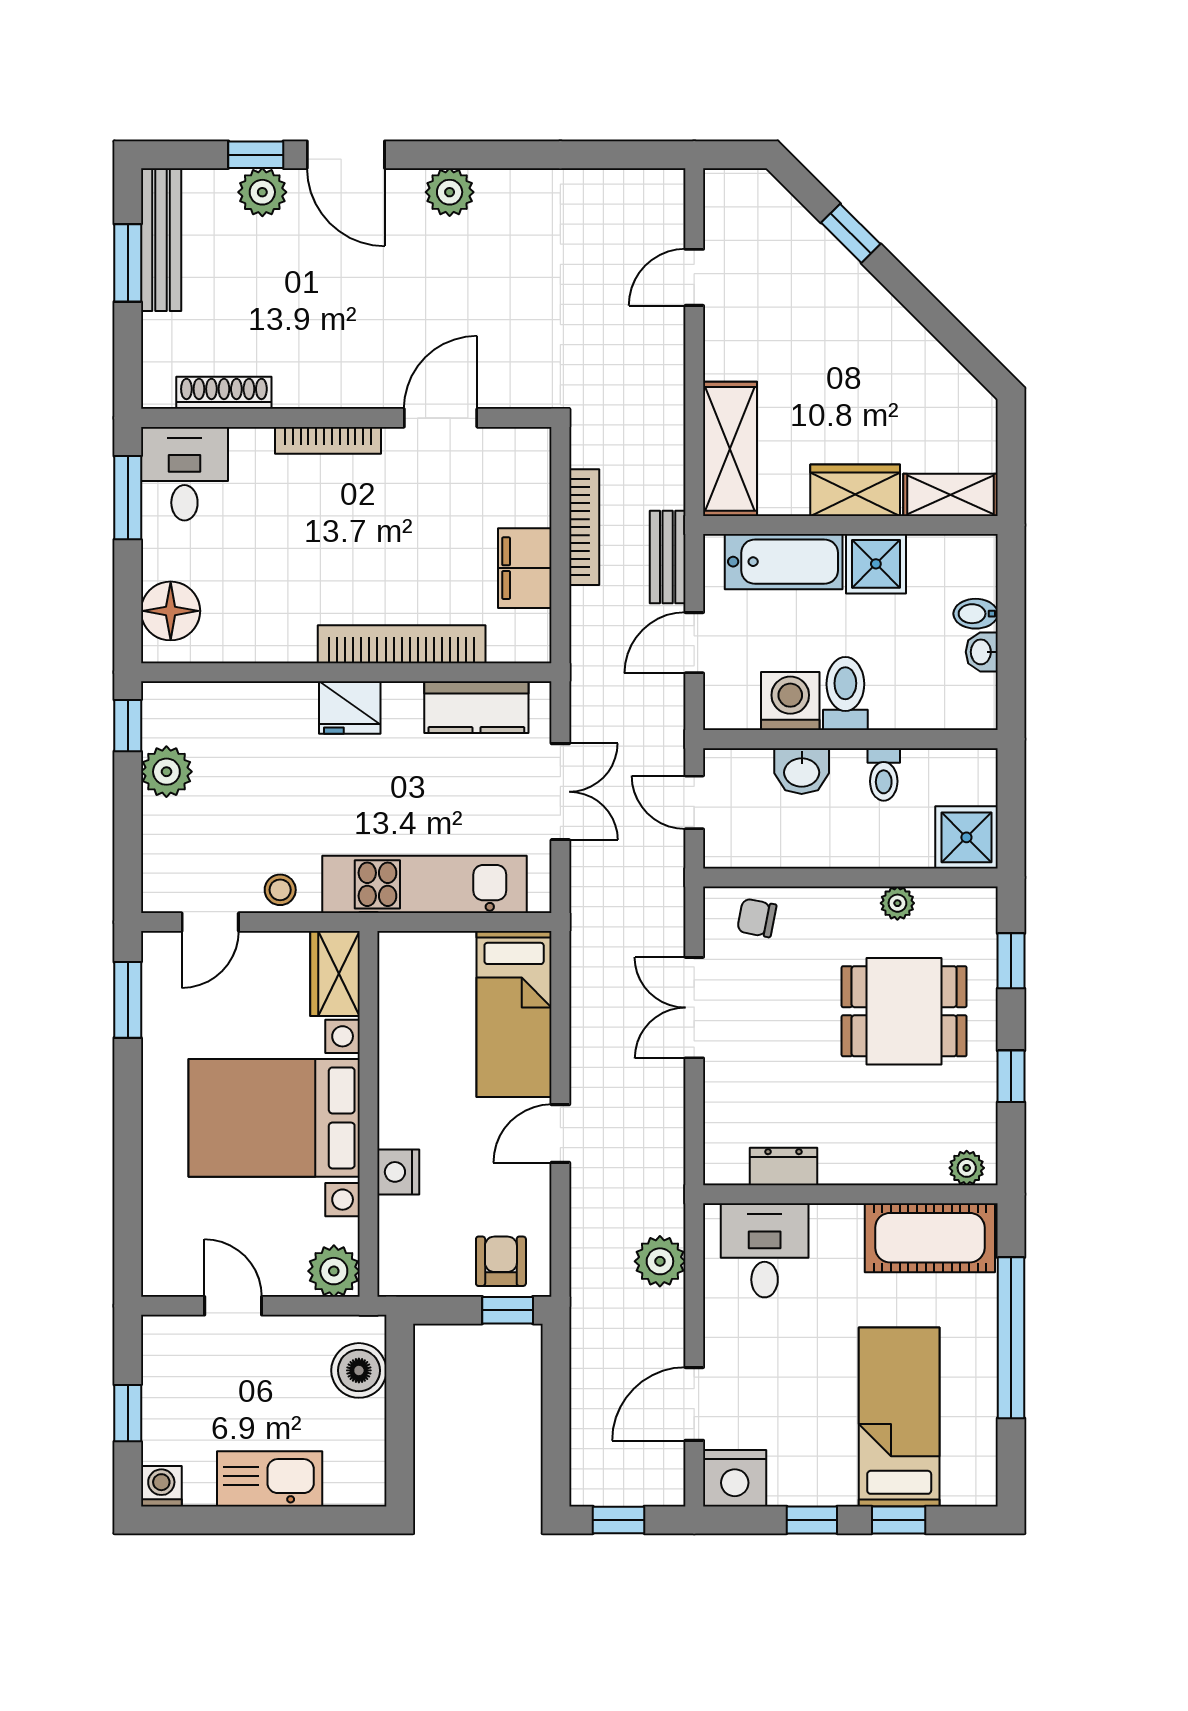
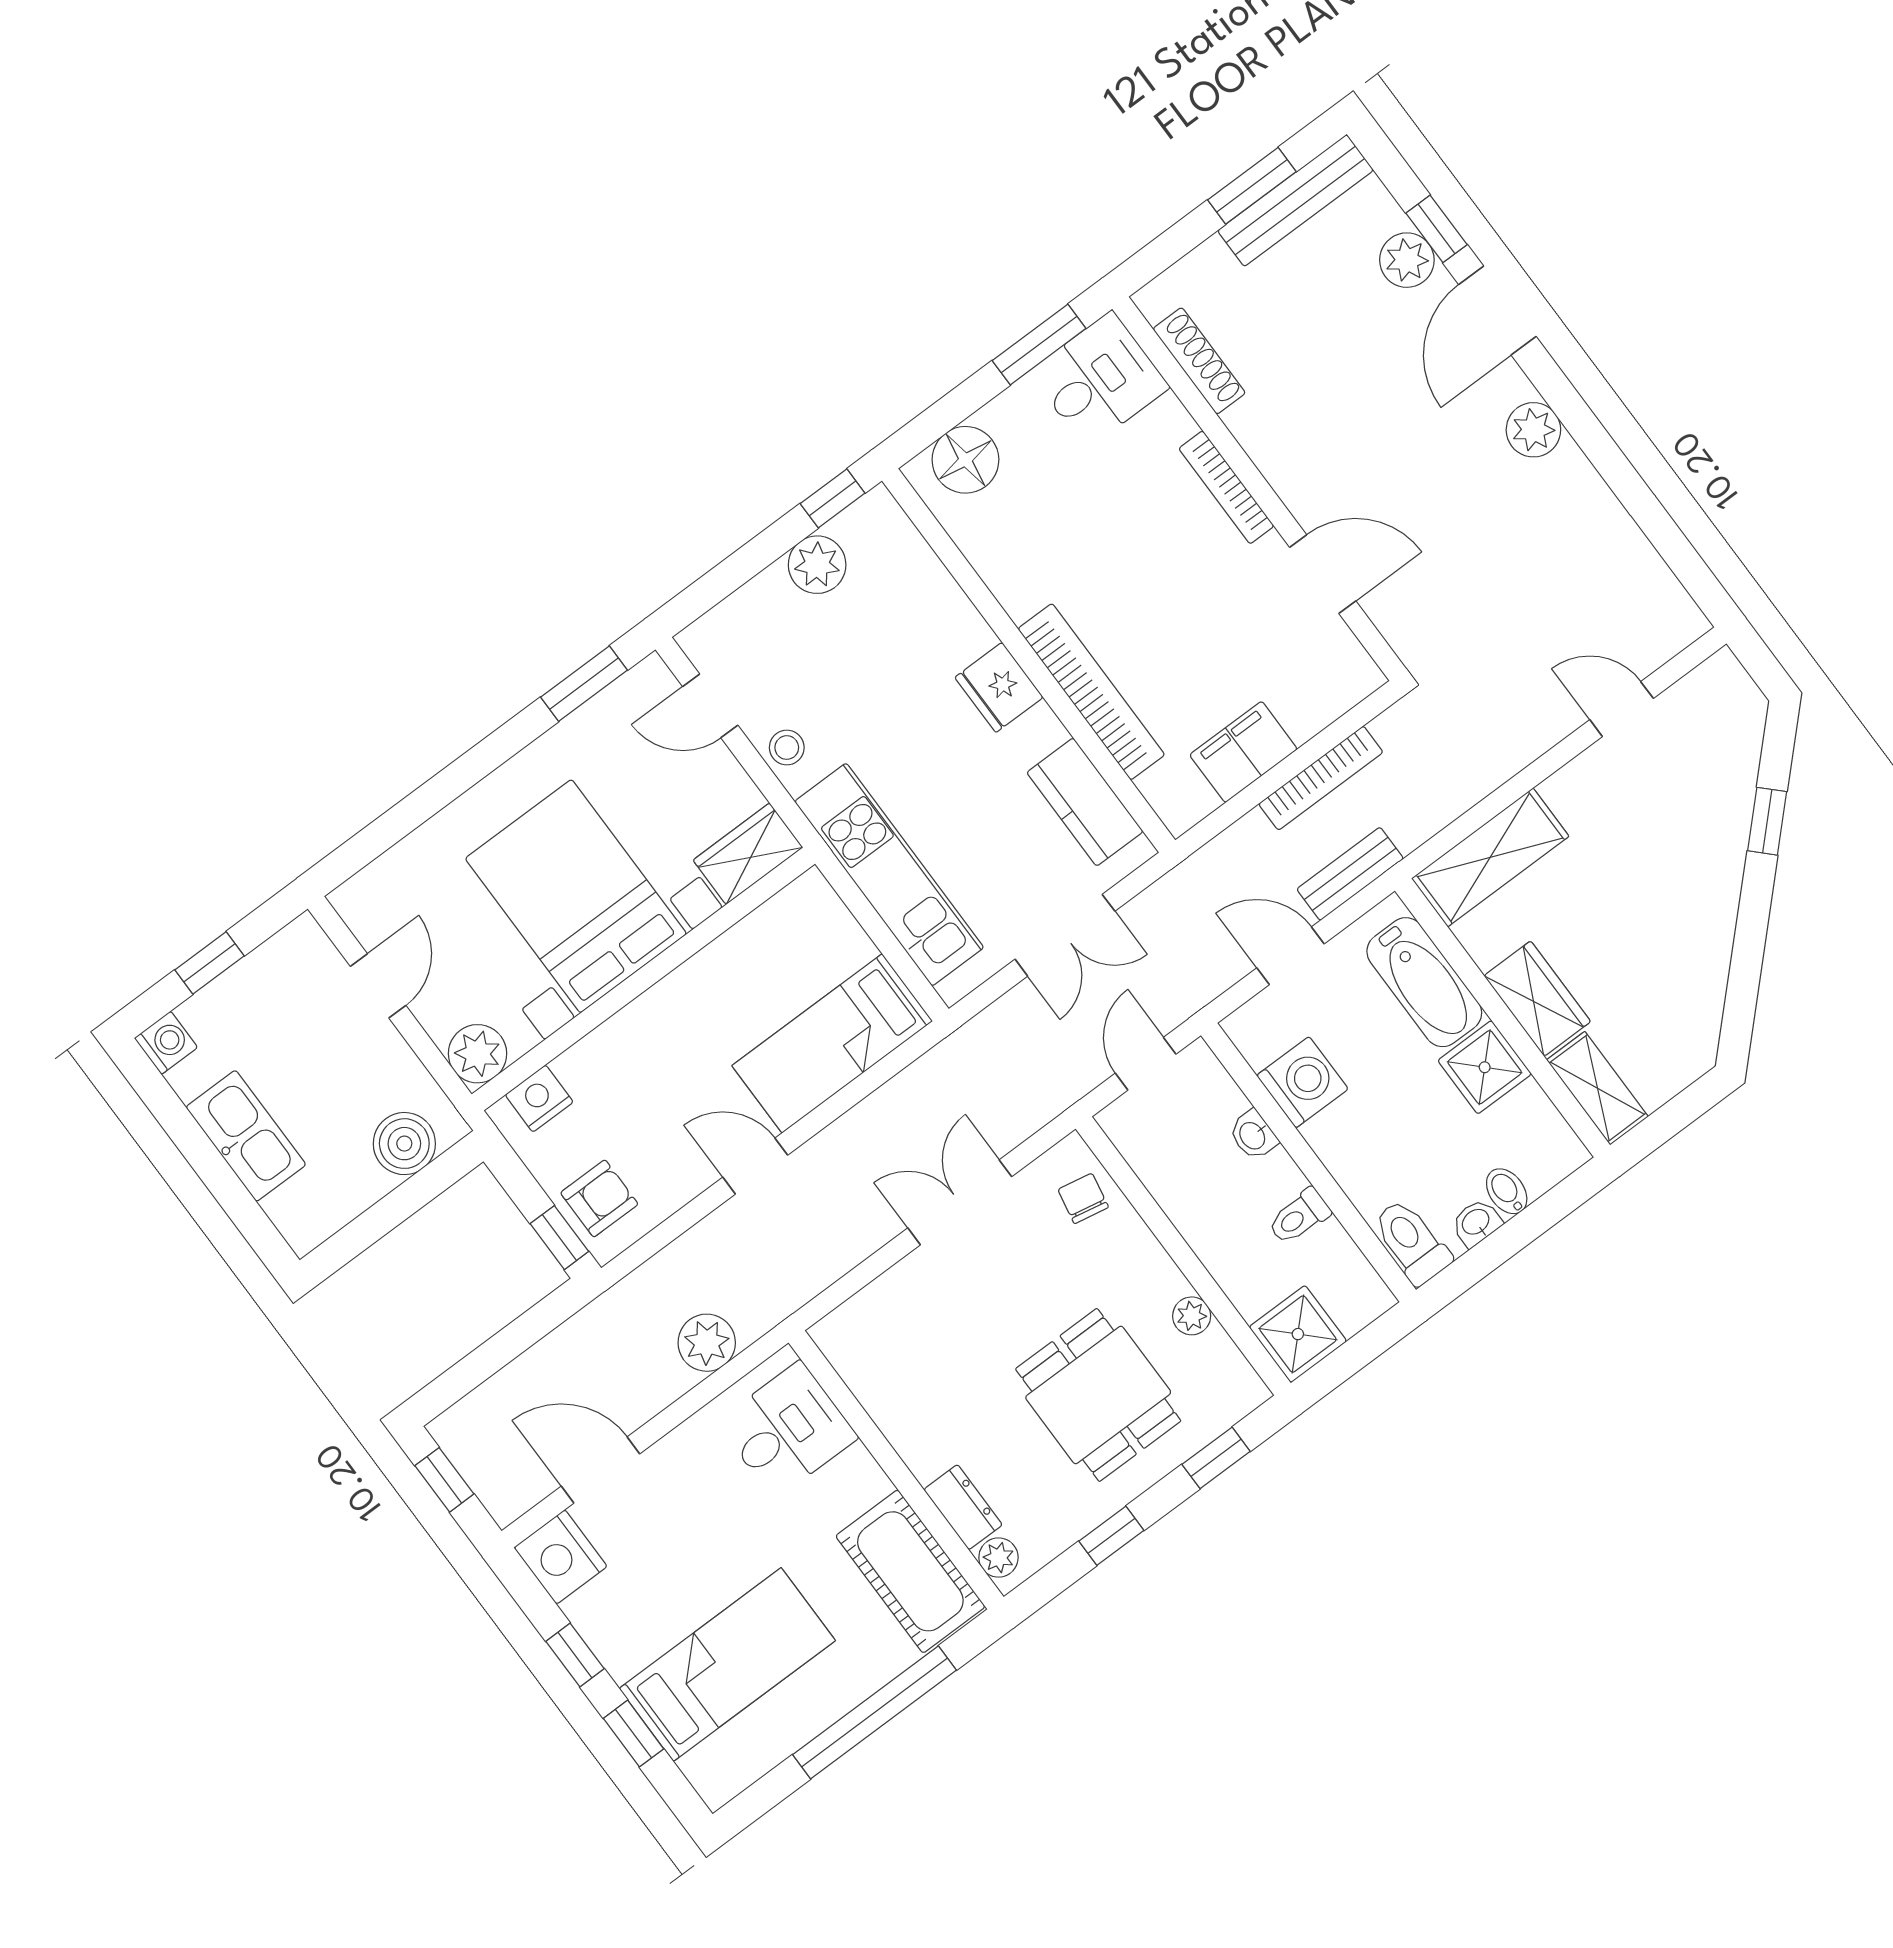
toilet: (845, 694) -> (1411, 1242), moved, turned -90
washbasin: (802, 771) -> (1253, 1135), width x0.72, depth x0.69
dresser: (783, 1166) -> (963, 1507), moved
nightstand: (398, 1172) -> (539, 1098), moved

